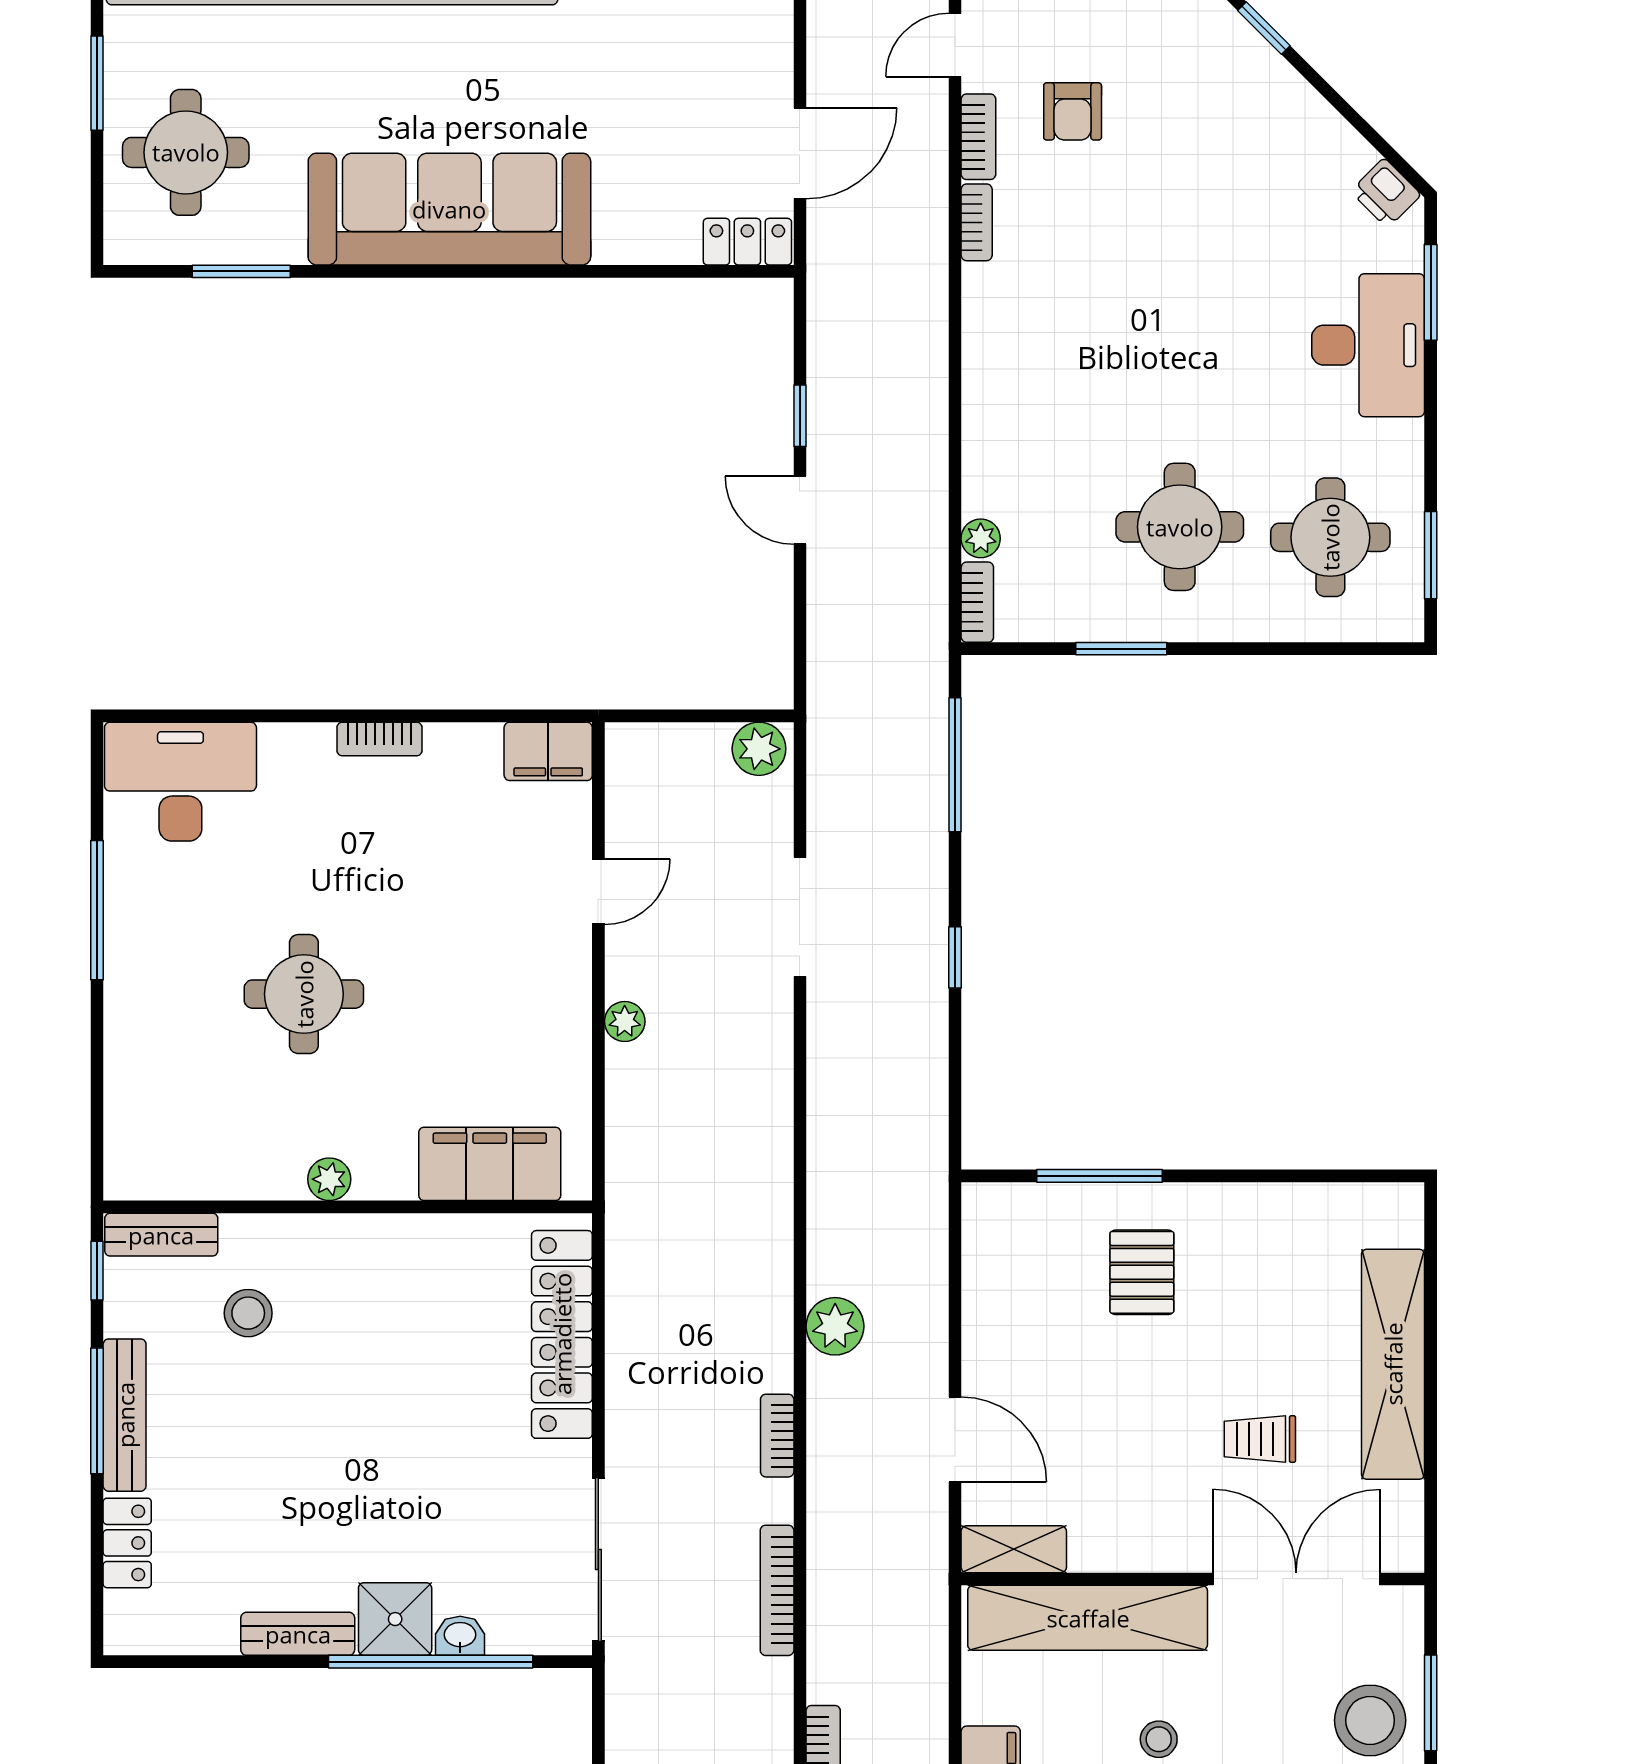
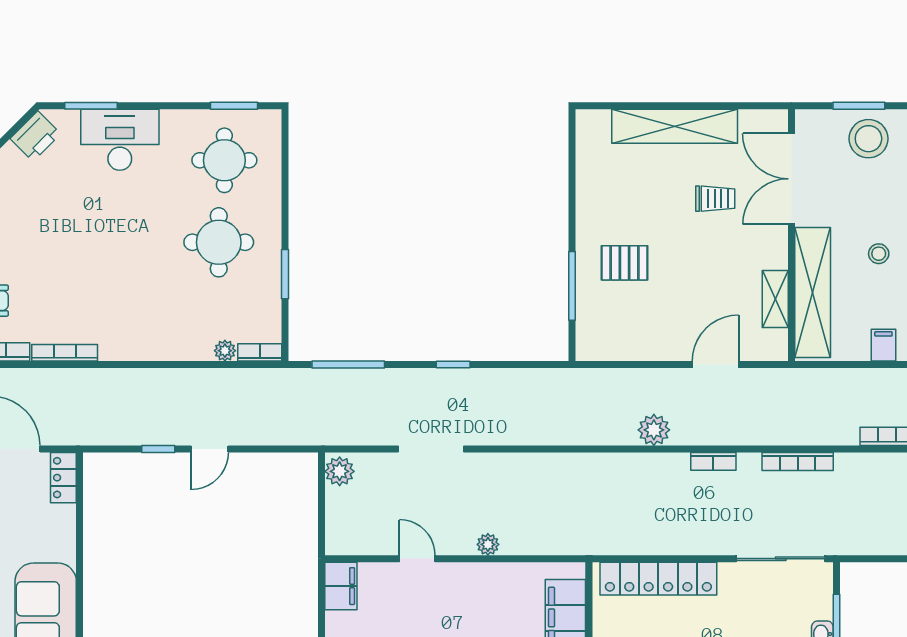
printer: (1386, 193) -> (35, 136), width x1.36, depth x1.24
bookcase: (977, 222) -> (65, 353), width x1.56
trolley: (1260, 1439) -> (715, 199), turned -90
shelving: (1014, 1549) -> (775, 299), moved

